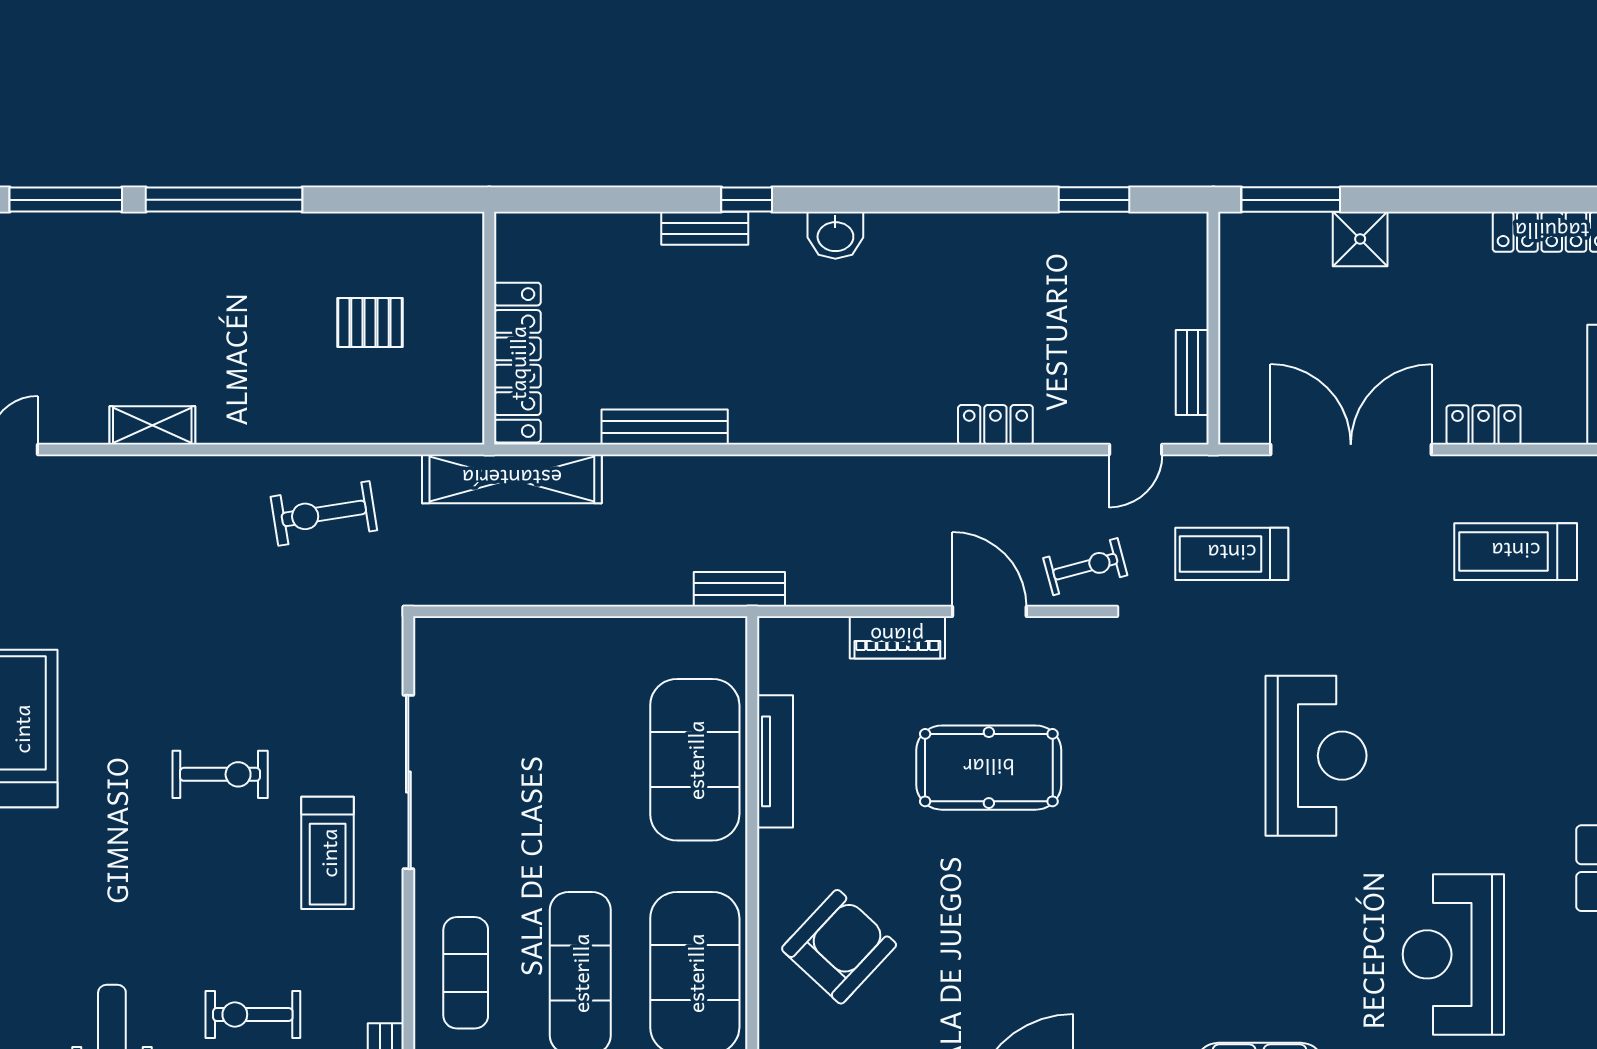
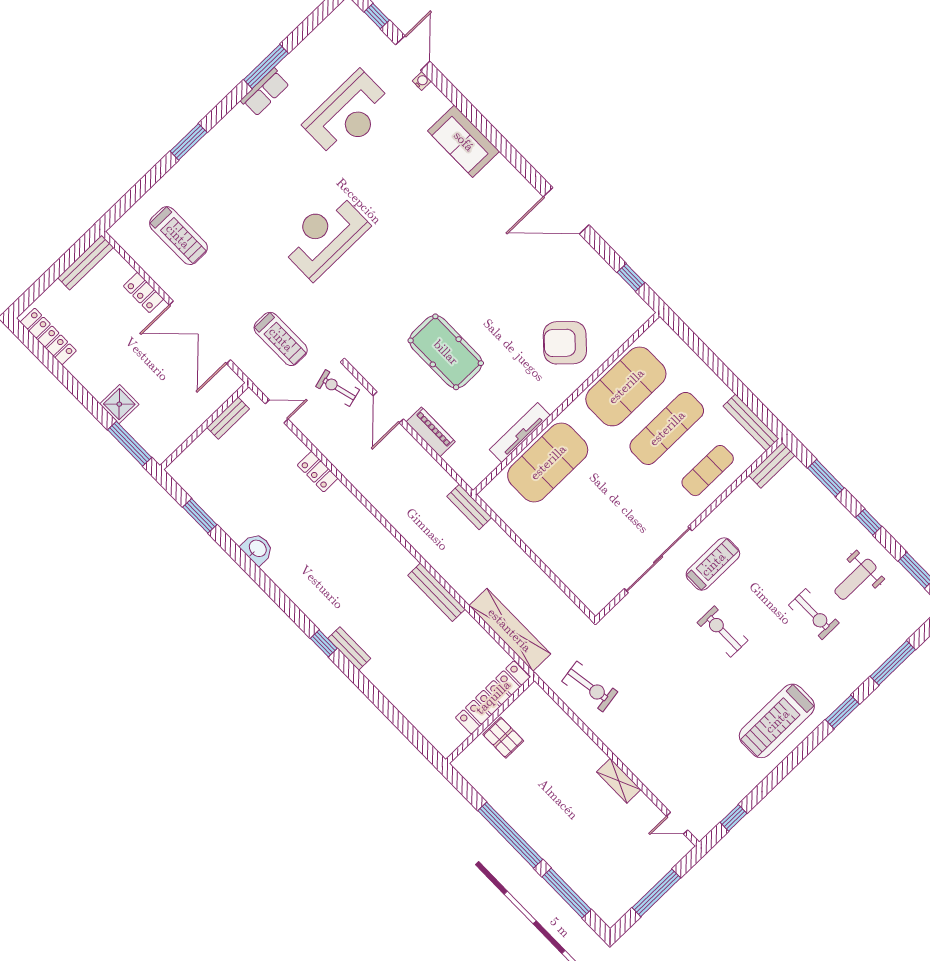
washbasin: (835, 235) -> (257, 549), moved
wall: (489, 328) -> (490, 720), moved
locker: (517, 363) -> (493, 697), moved
exercise bike: (253, 1014) -> (814, 614), moved

